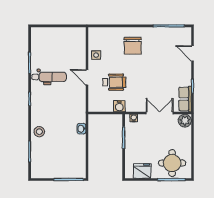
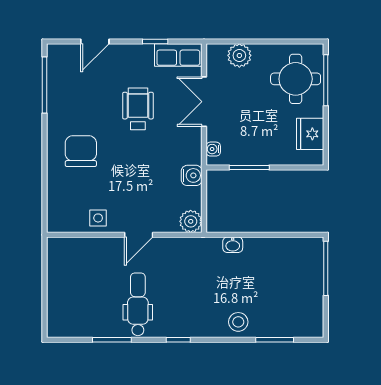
chair: (133, 46) -> (81, 151), turned -90
wheelchair: (114, 82) -> (138, 109), moved
plant: (94, 106) -> (191, 221), added
plant: (185, 121) -> (239, 55), moved

